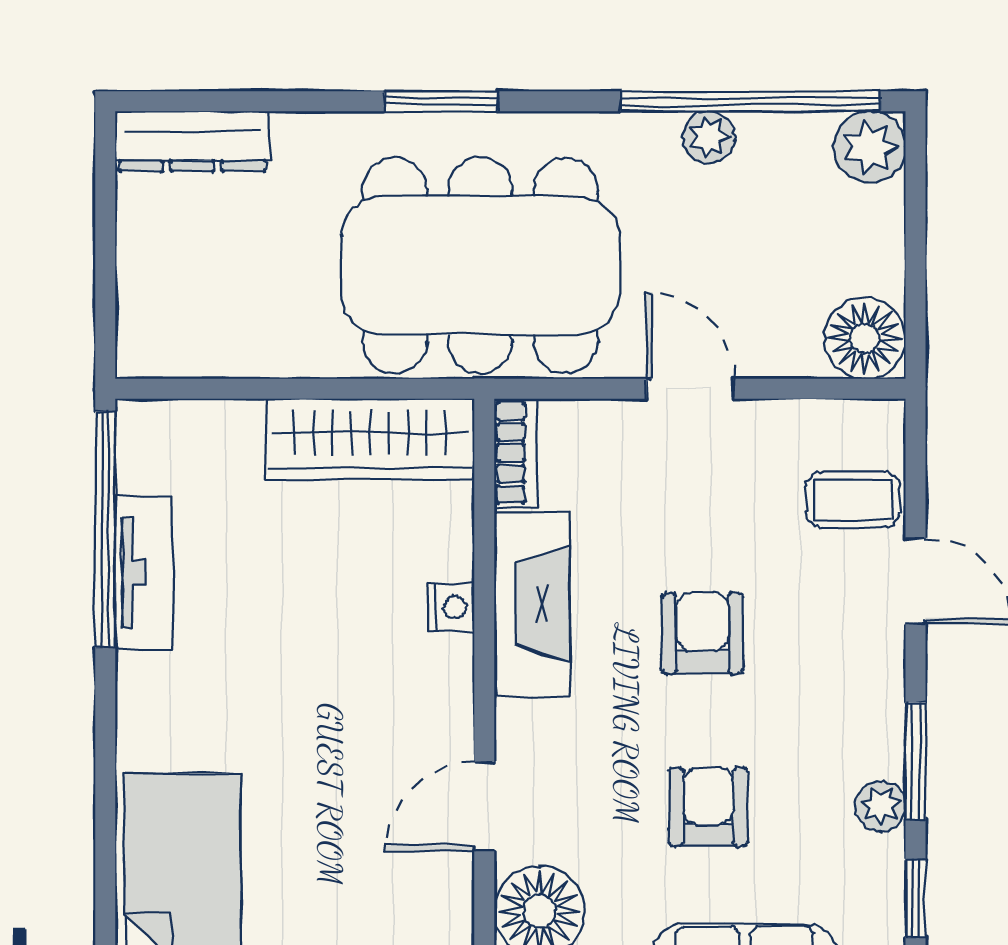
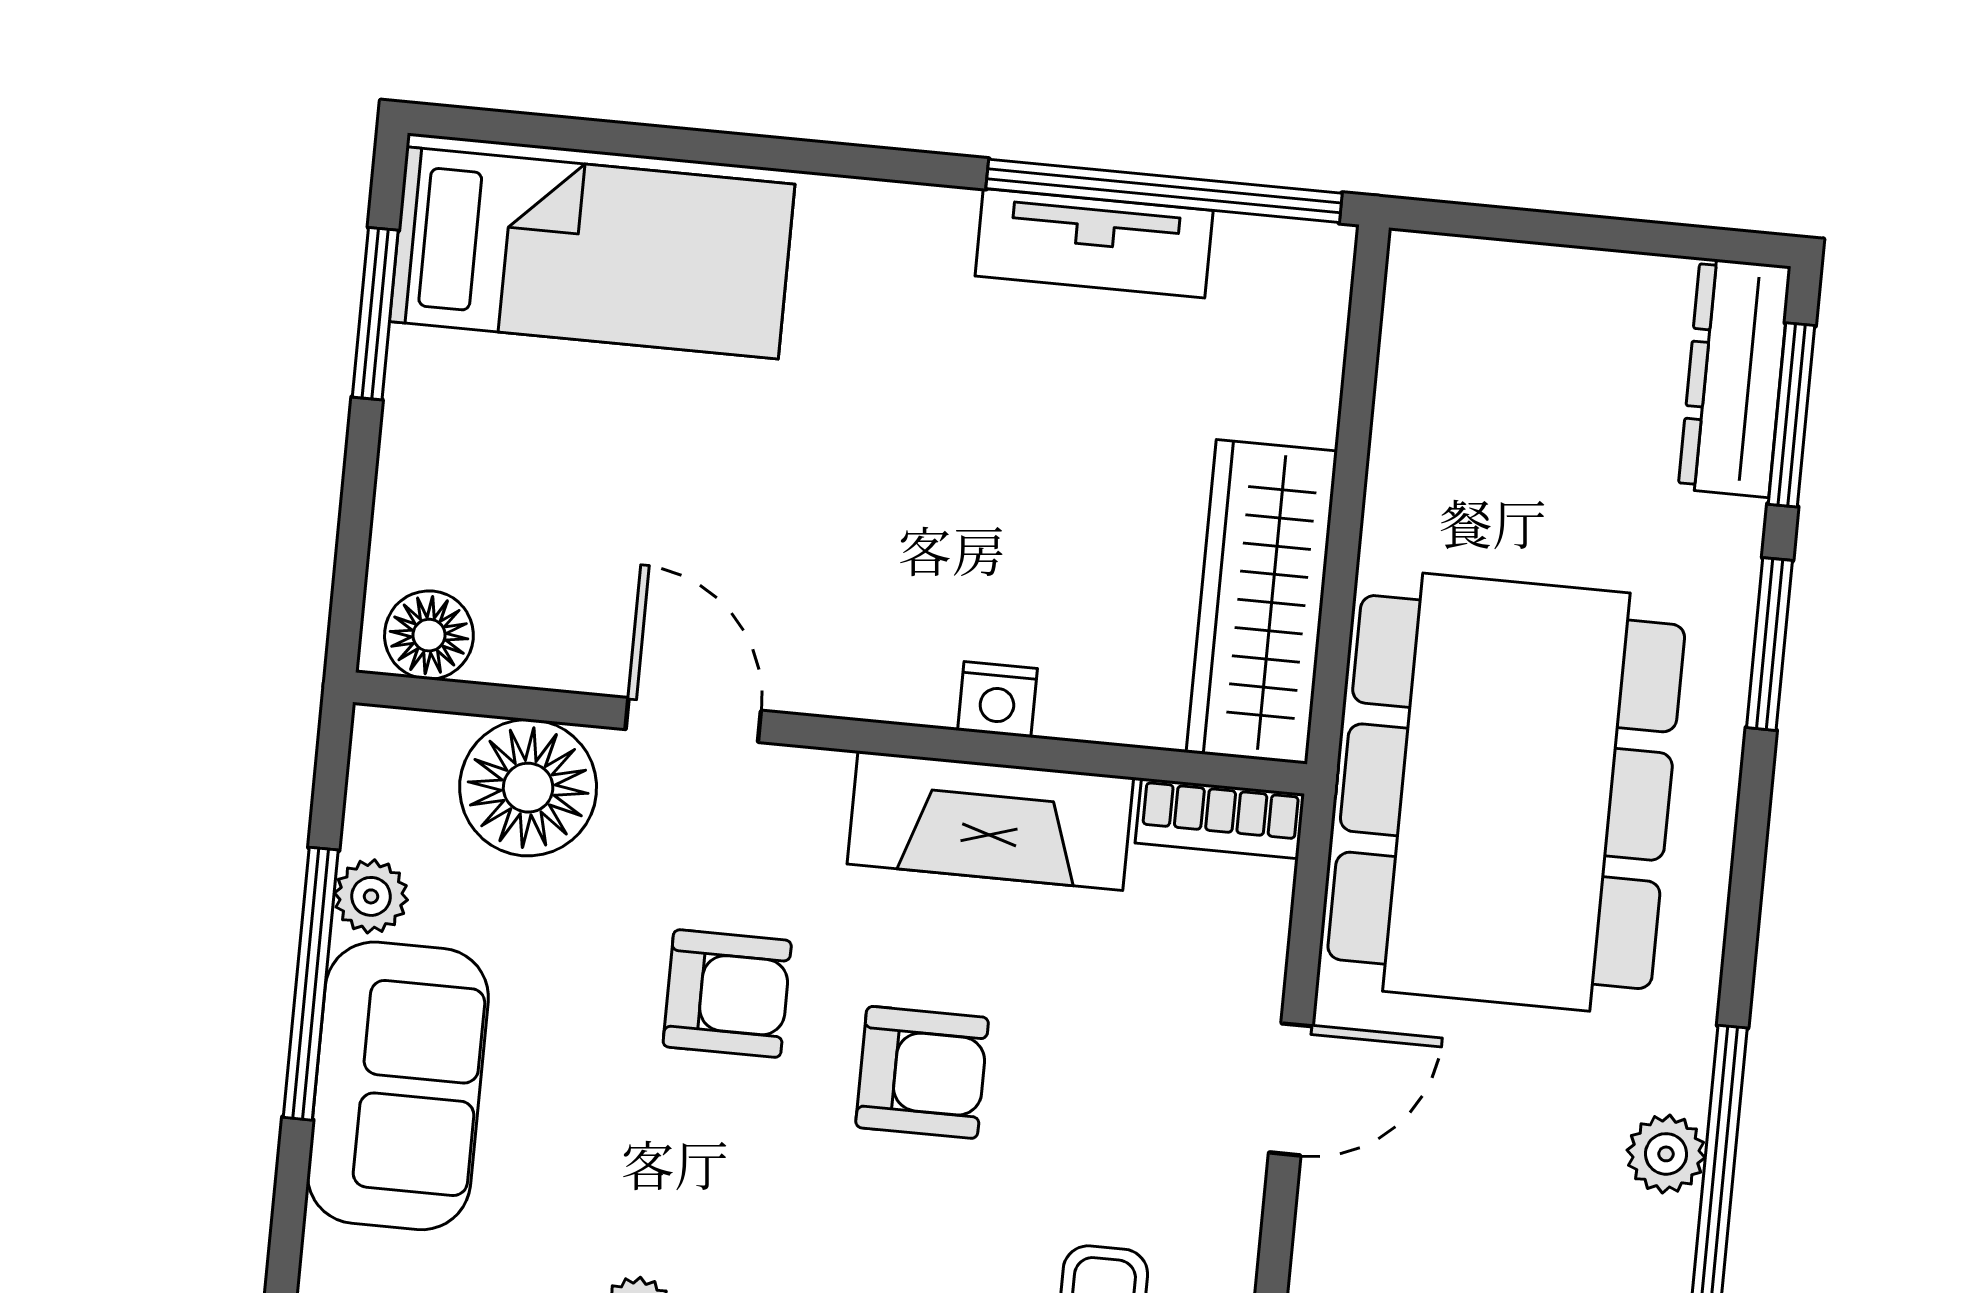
window: (213, 101) -> (1791, 415), added
window: (441, 101) -> (1769, 644), moved
armchair: (708, 807) -> (727, 994), moved

